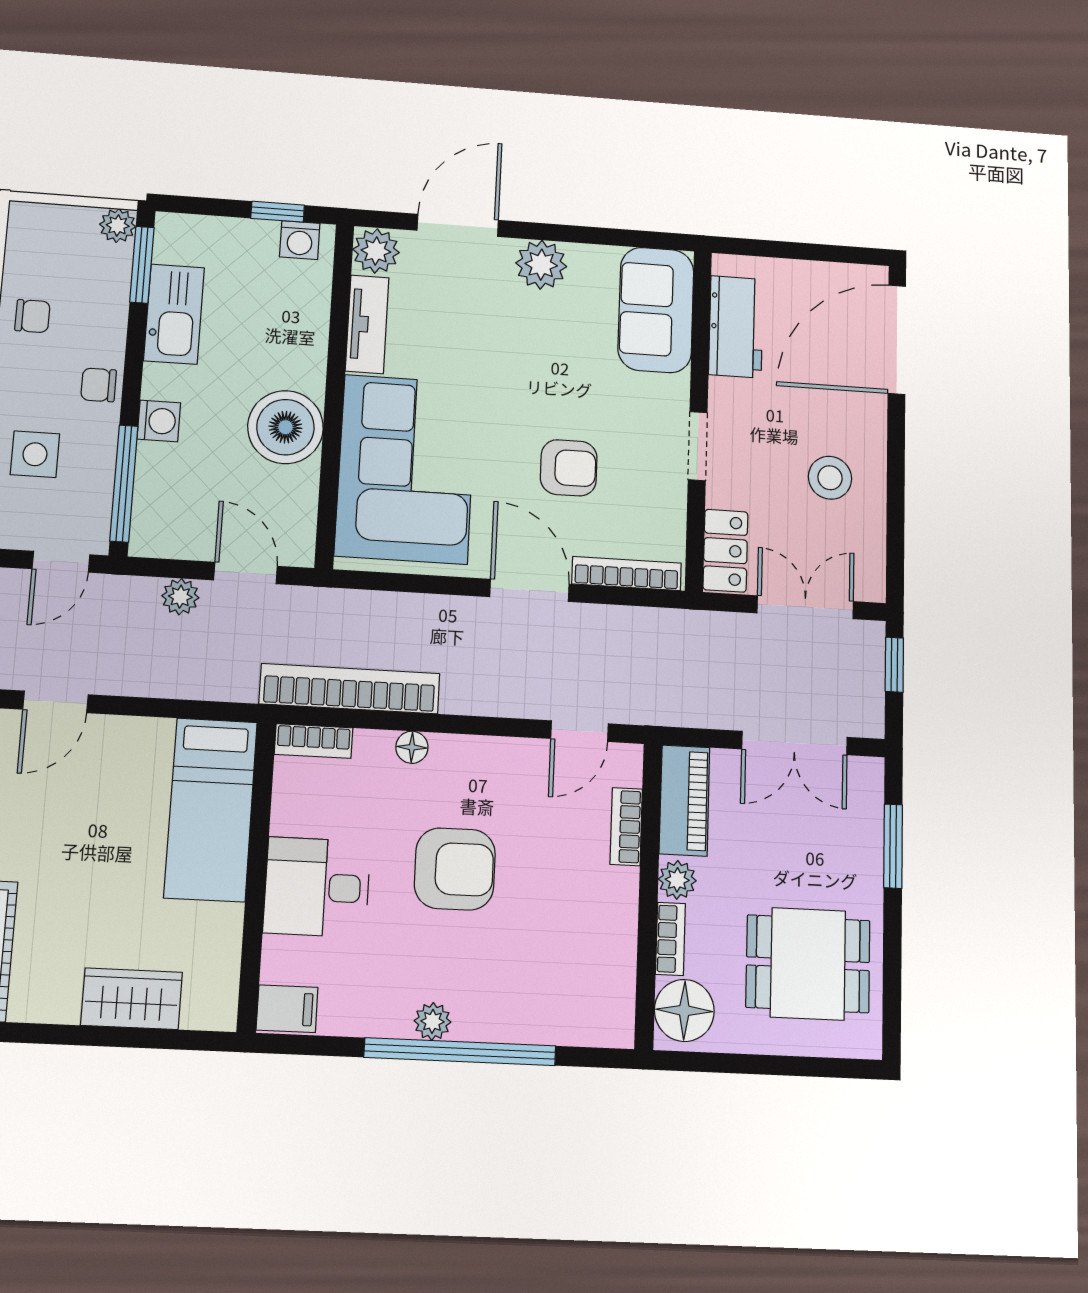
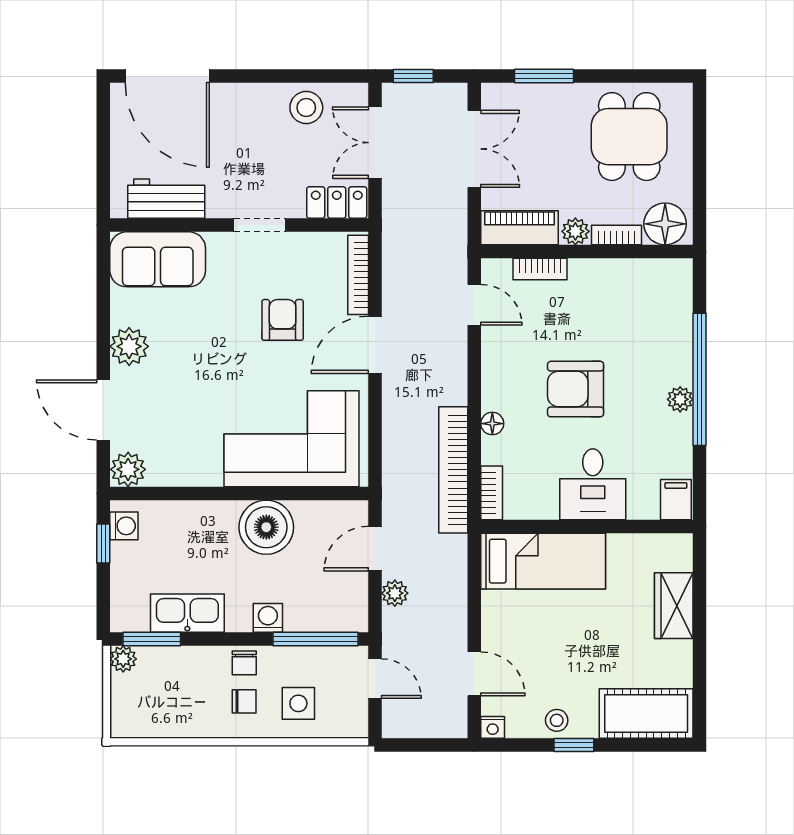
chair: (32, 316) -> (244, 701), moved, turned 90
tv unit: (367, 324) -> (185, 473), removed
stool: (830, 478) -> (306, 108), moved
armchair: (455, 869) -> (576, 389), turned -90

